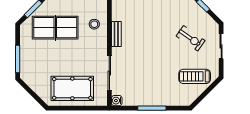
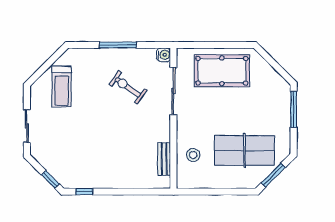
bench: (116, 34) -> (164, 159), moved
exercise bike: (191, 38) -> (128, 87), moved
treadmill: (195, 76) -> (62, 87), turned 90

